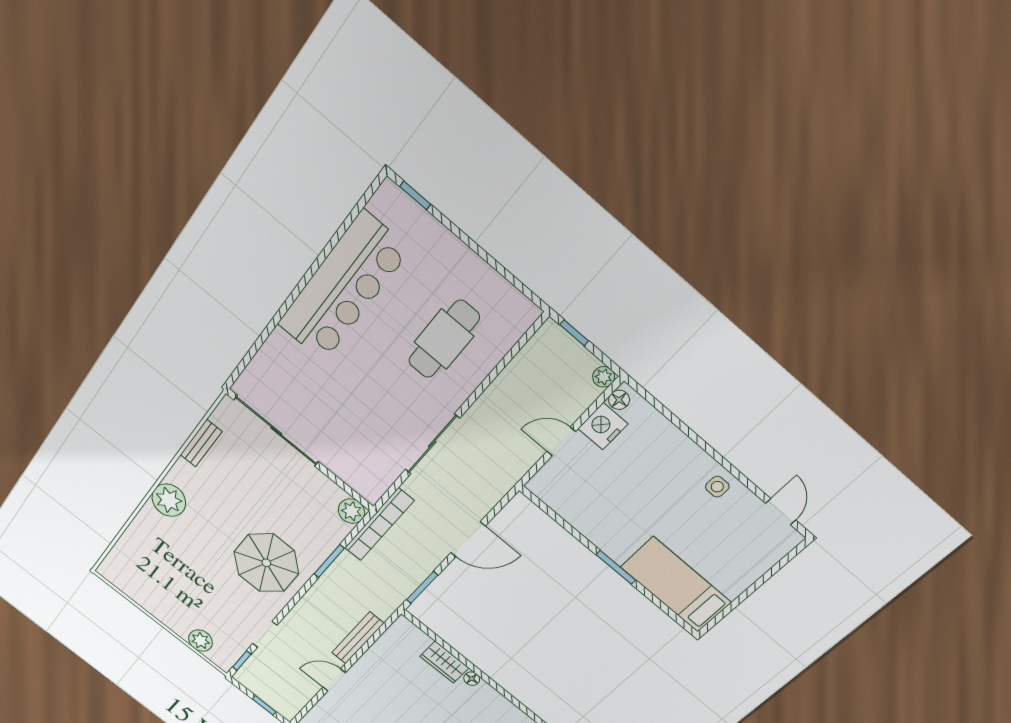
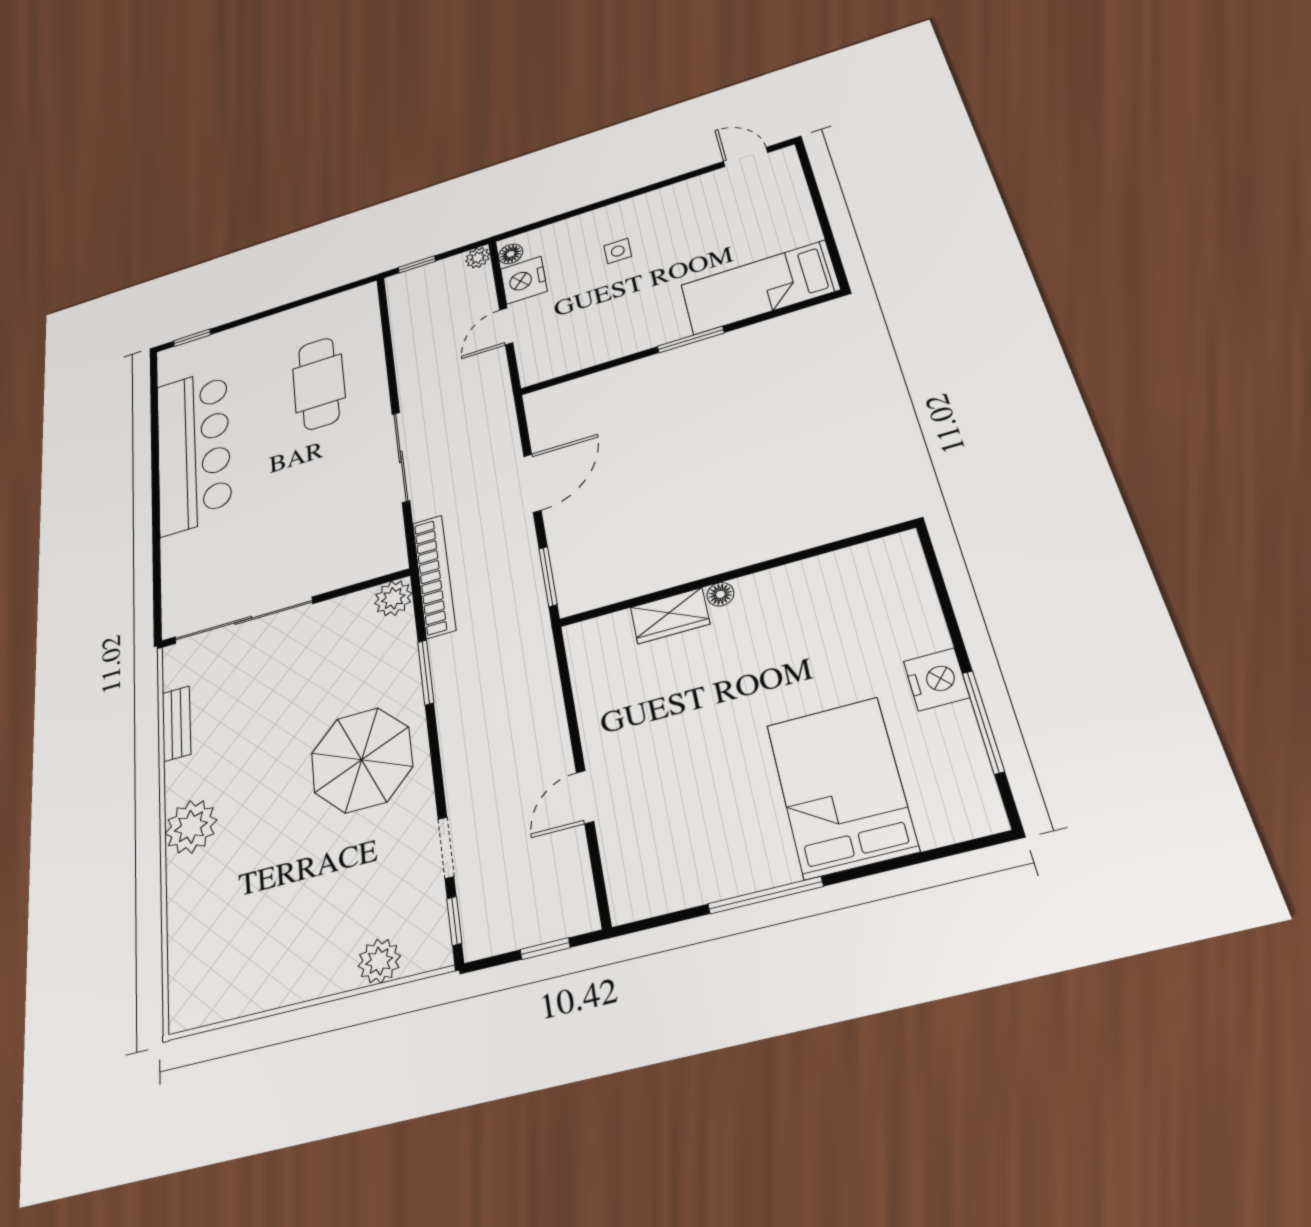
side table: (717, 487) -> (618, 251), moved
bench: (358, 638) -> (550, 713), removed

